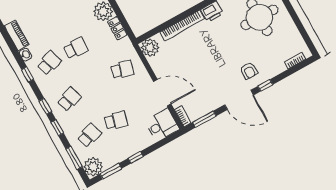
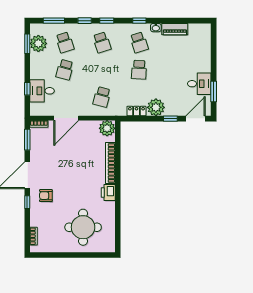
desk: (162, 125) -> (42, 91), moved, turned 90
window: (136, 157) -> (27, 89), moved
plant: (93, 167) -> (38, 43), moved

